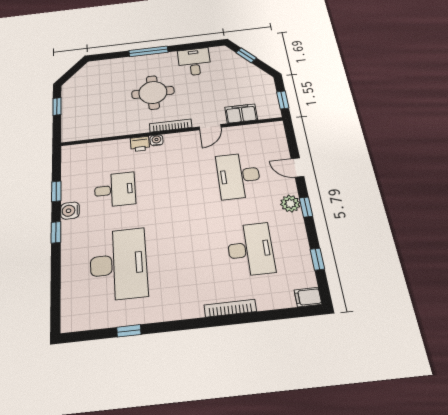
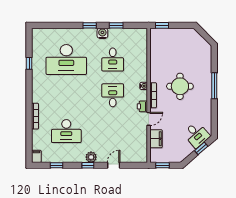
desk: (194, 62) -> (196, 135), moved, turned 49
window: (57, 106) -> (162, 25), moved
door: (210, 127) -> (149, 119), swing flipped
printer: (140, 144) -> (142, 106), moved
desk: (238, 176) -> (113, 95), moved, width x0.73

